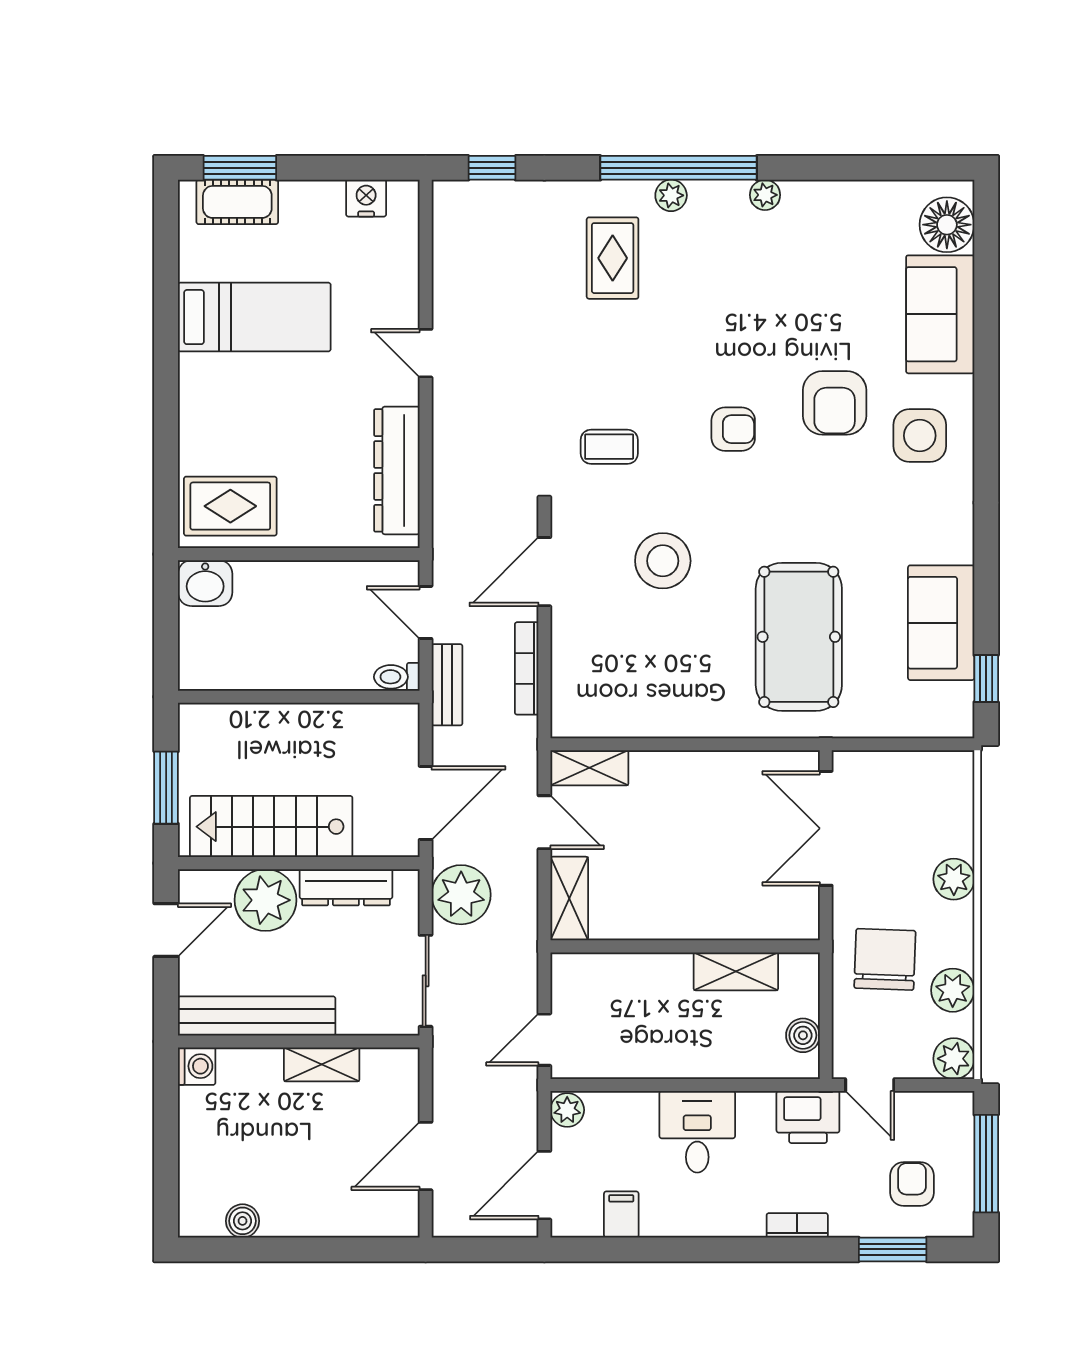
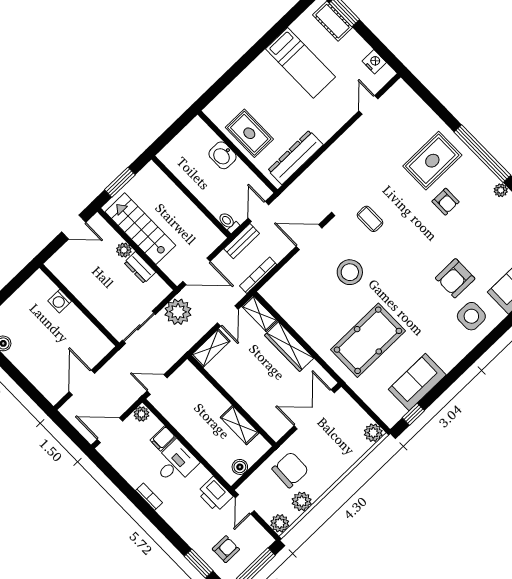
window: (492, 168) -> (424, 93), removed
plant: (671, 195) -> (471, 160), removed
rug: (613, 258) -> (432, 161), width x1.36, depth x1.43
door: (426, 353) -> (368, 105), moved
armchair: (733, 429) -> (446, 202), moved
rug: (230, 506) -> (249, 133), moved
washbasin: (205, 583) -> (223, 155), moved
bookcase: (527, 668) -> (258, 275), moved
wardrobe: (688, 772) -> (289, 347), added
plant: (954, 879) -> (373, 433), moved
dresser: (346, 887) -> (140, 267), width x0.70
plant: (265, 900) -> (124, 250), width x0.53, depth x0.53
bench: (257, 1016) -> (74, 284), removed
shelving: (322, 1064) -> (79, 320), removed
washing machine: (197, 1066) -> (60, 301), moved, turned 90
door: (426, 1156) -> (82, 382), hinge flipped
filing cabinet: (621, 1215) -> (163, 439), moved, turned 180
bookcase: (797, 1225) -> (149, 497), moved

